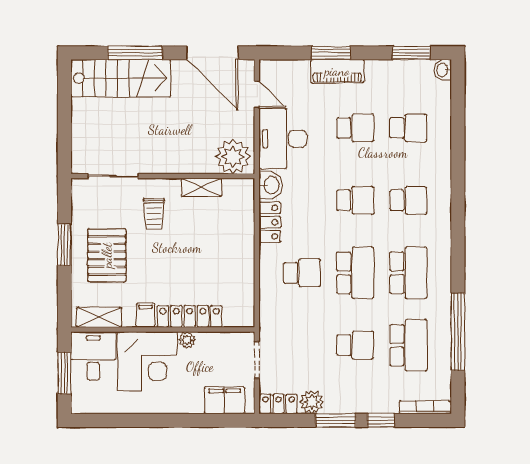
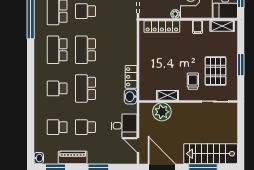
piano: (337, 71) -> (73, 157), moved
desk: (283, 139) -> (124, 126), width x0.73
plant: (233, 157) -> (162, 112), moved
school desk: (355, 200) -> (85, 88), width x1.85
pallet: (107, 255) -> (216, 71), moved
school desk: (302, 273) -> (114, 50), removed
locker: (190, 316) -> (162, 27), moved

